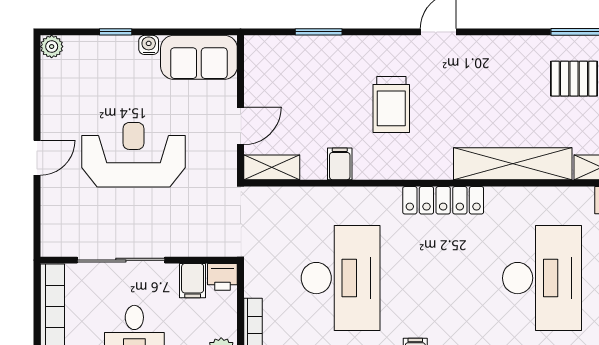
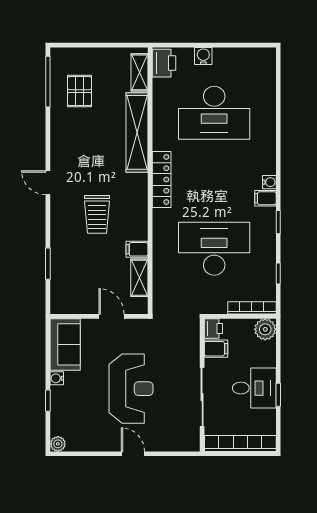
trolley: (391, 104) -> (97, 214), turned 90
reception desk: (133, 155) -> (131, 389), turned 180
shelving: (272, 167) -> (139, 278), moved
desk: (542, 278) -> (214, 113), turned 180

